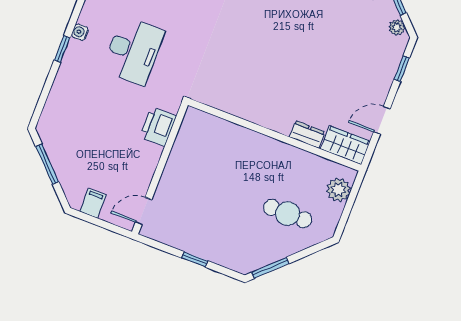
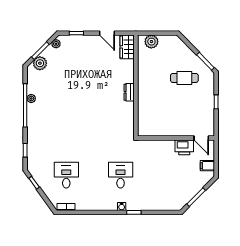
desk: (133, 51) -> (121, 175), width x0.73
printer: (158, 127) -> (184, 147), moved
dresser: (307, 134) -> (129, 92), moved
cafe table: (288, 214) -> (184, 78), moved, turned 90

